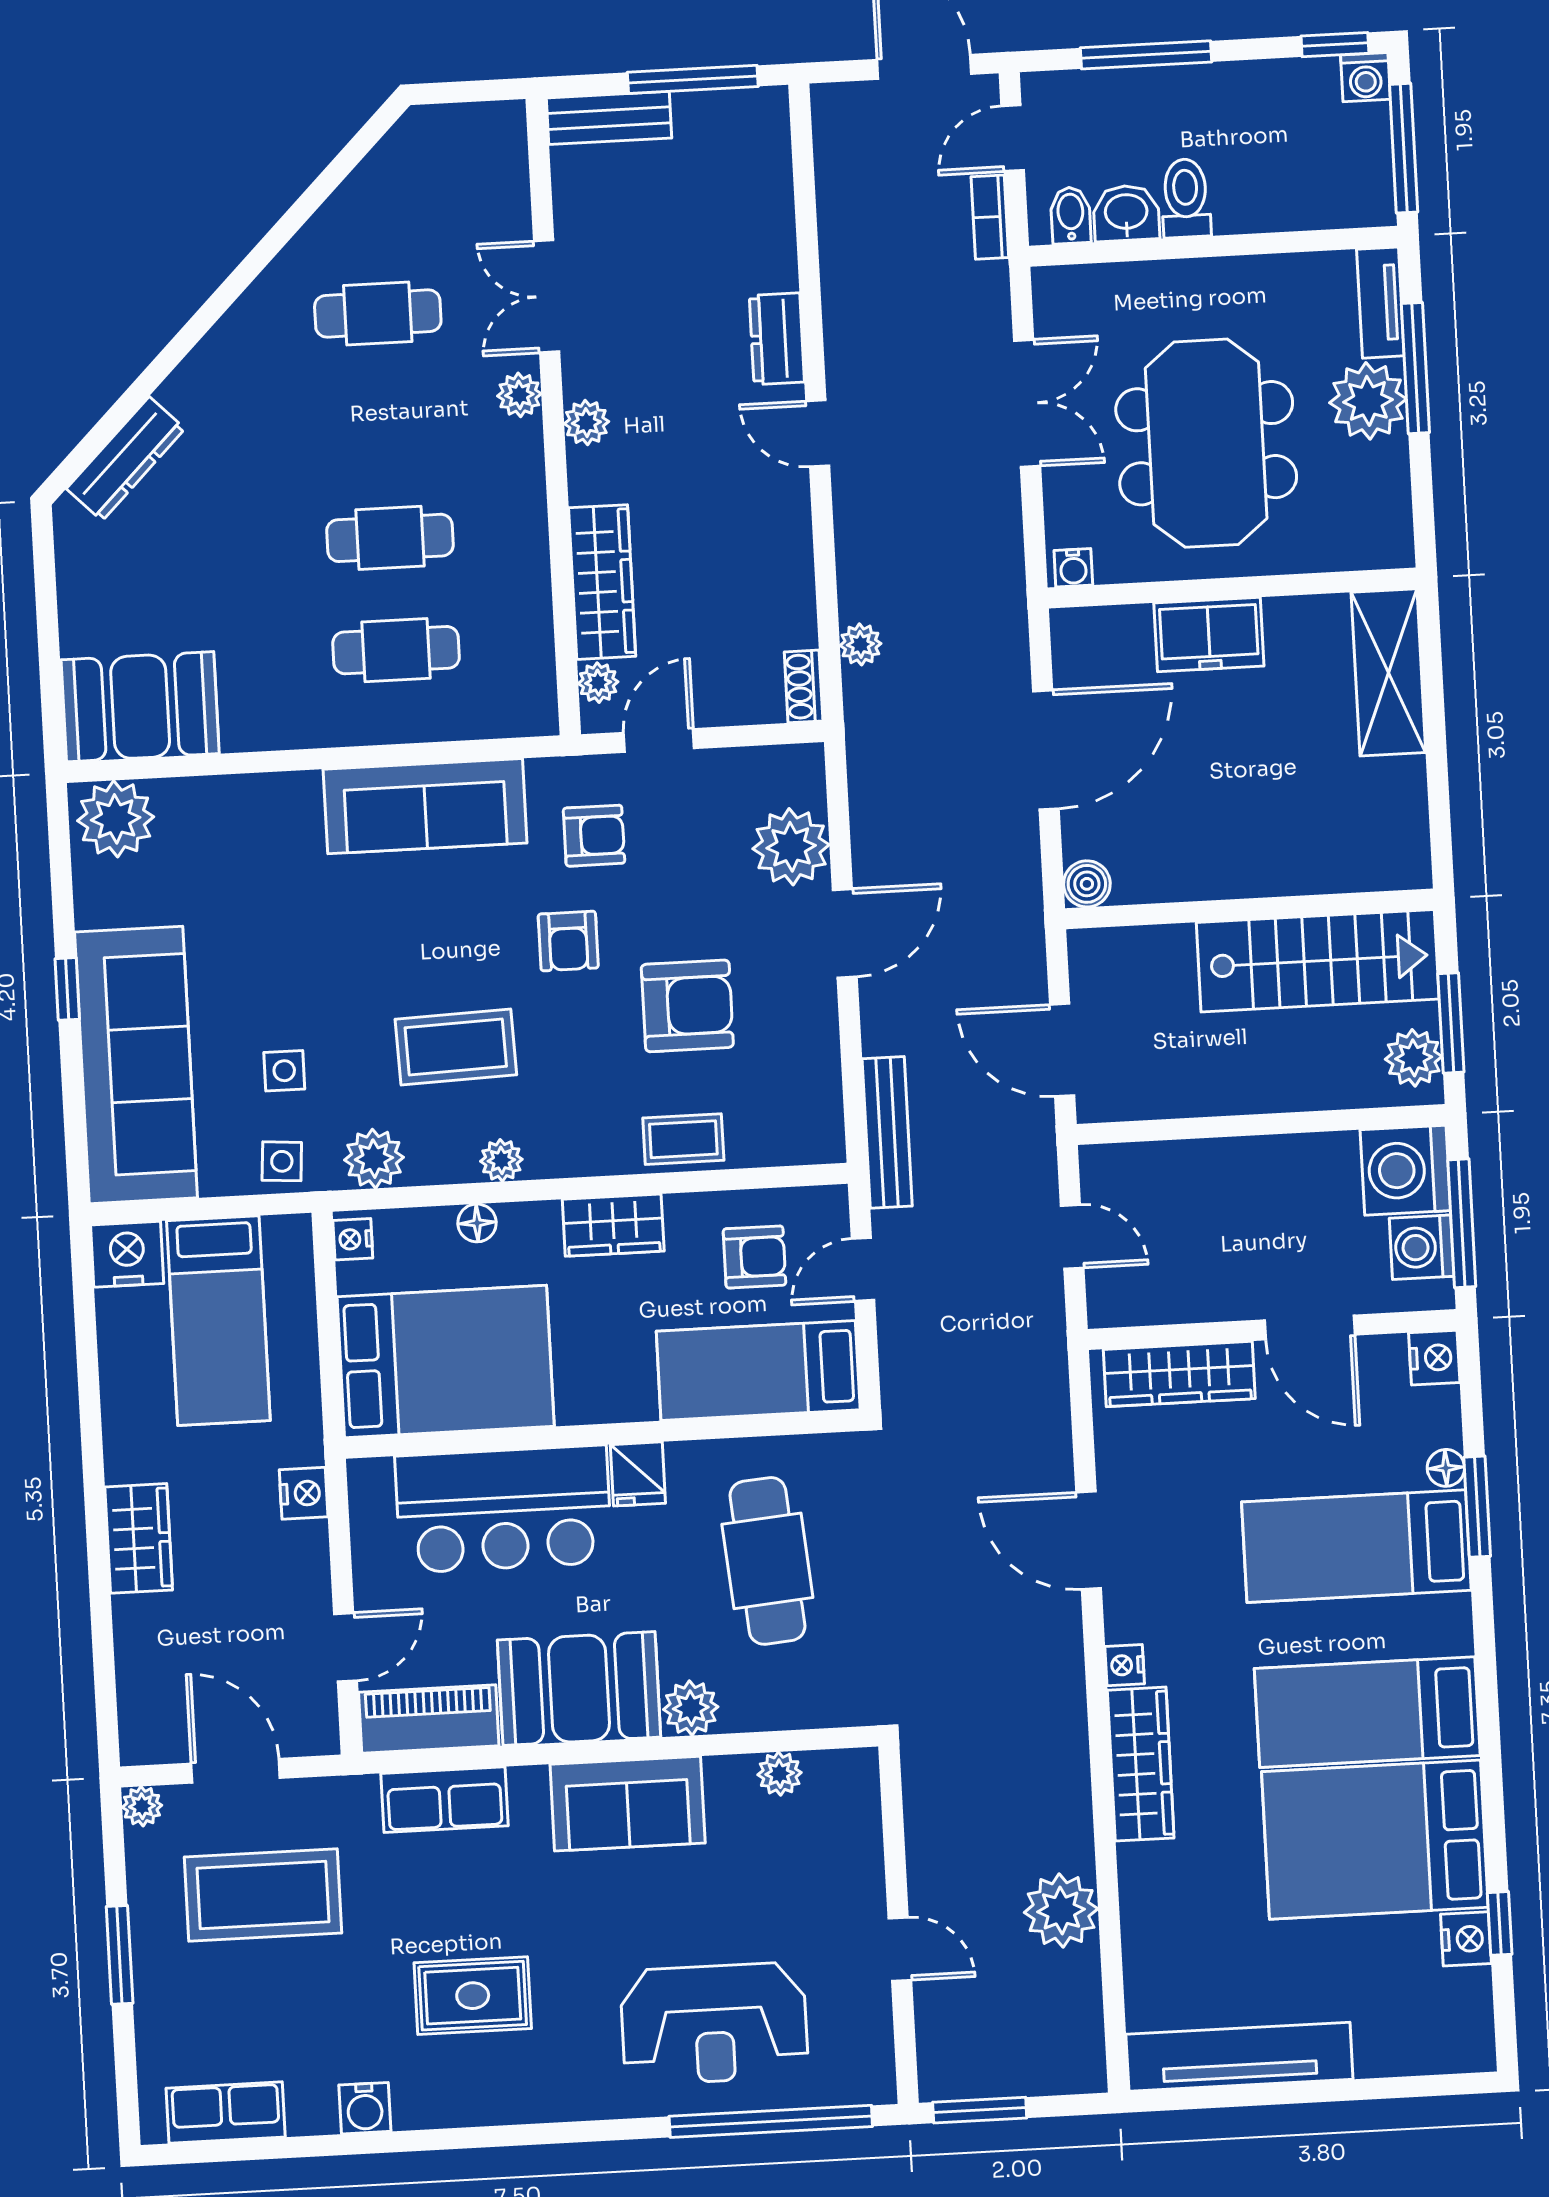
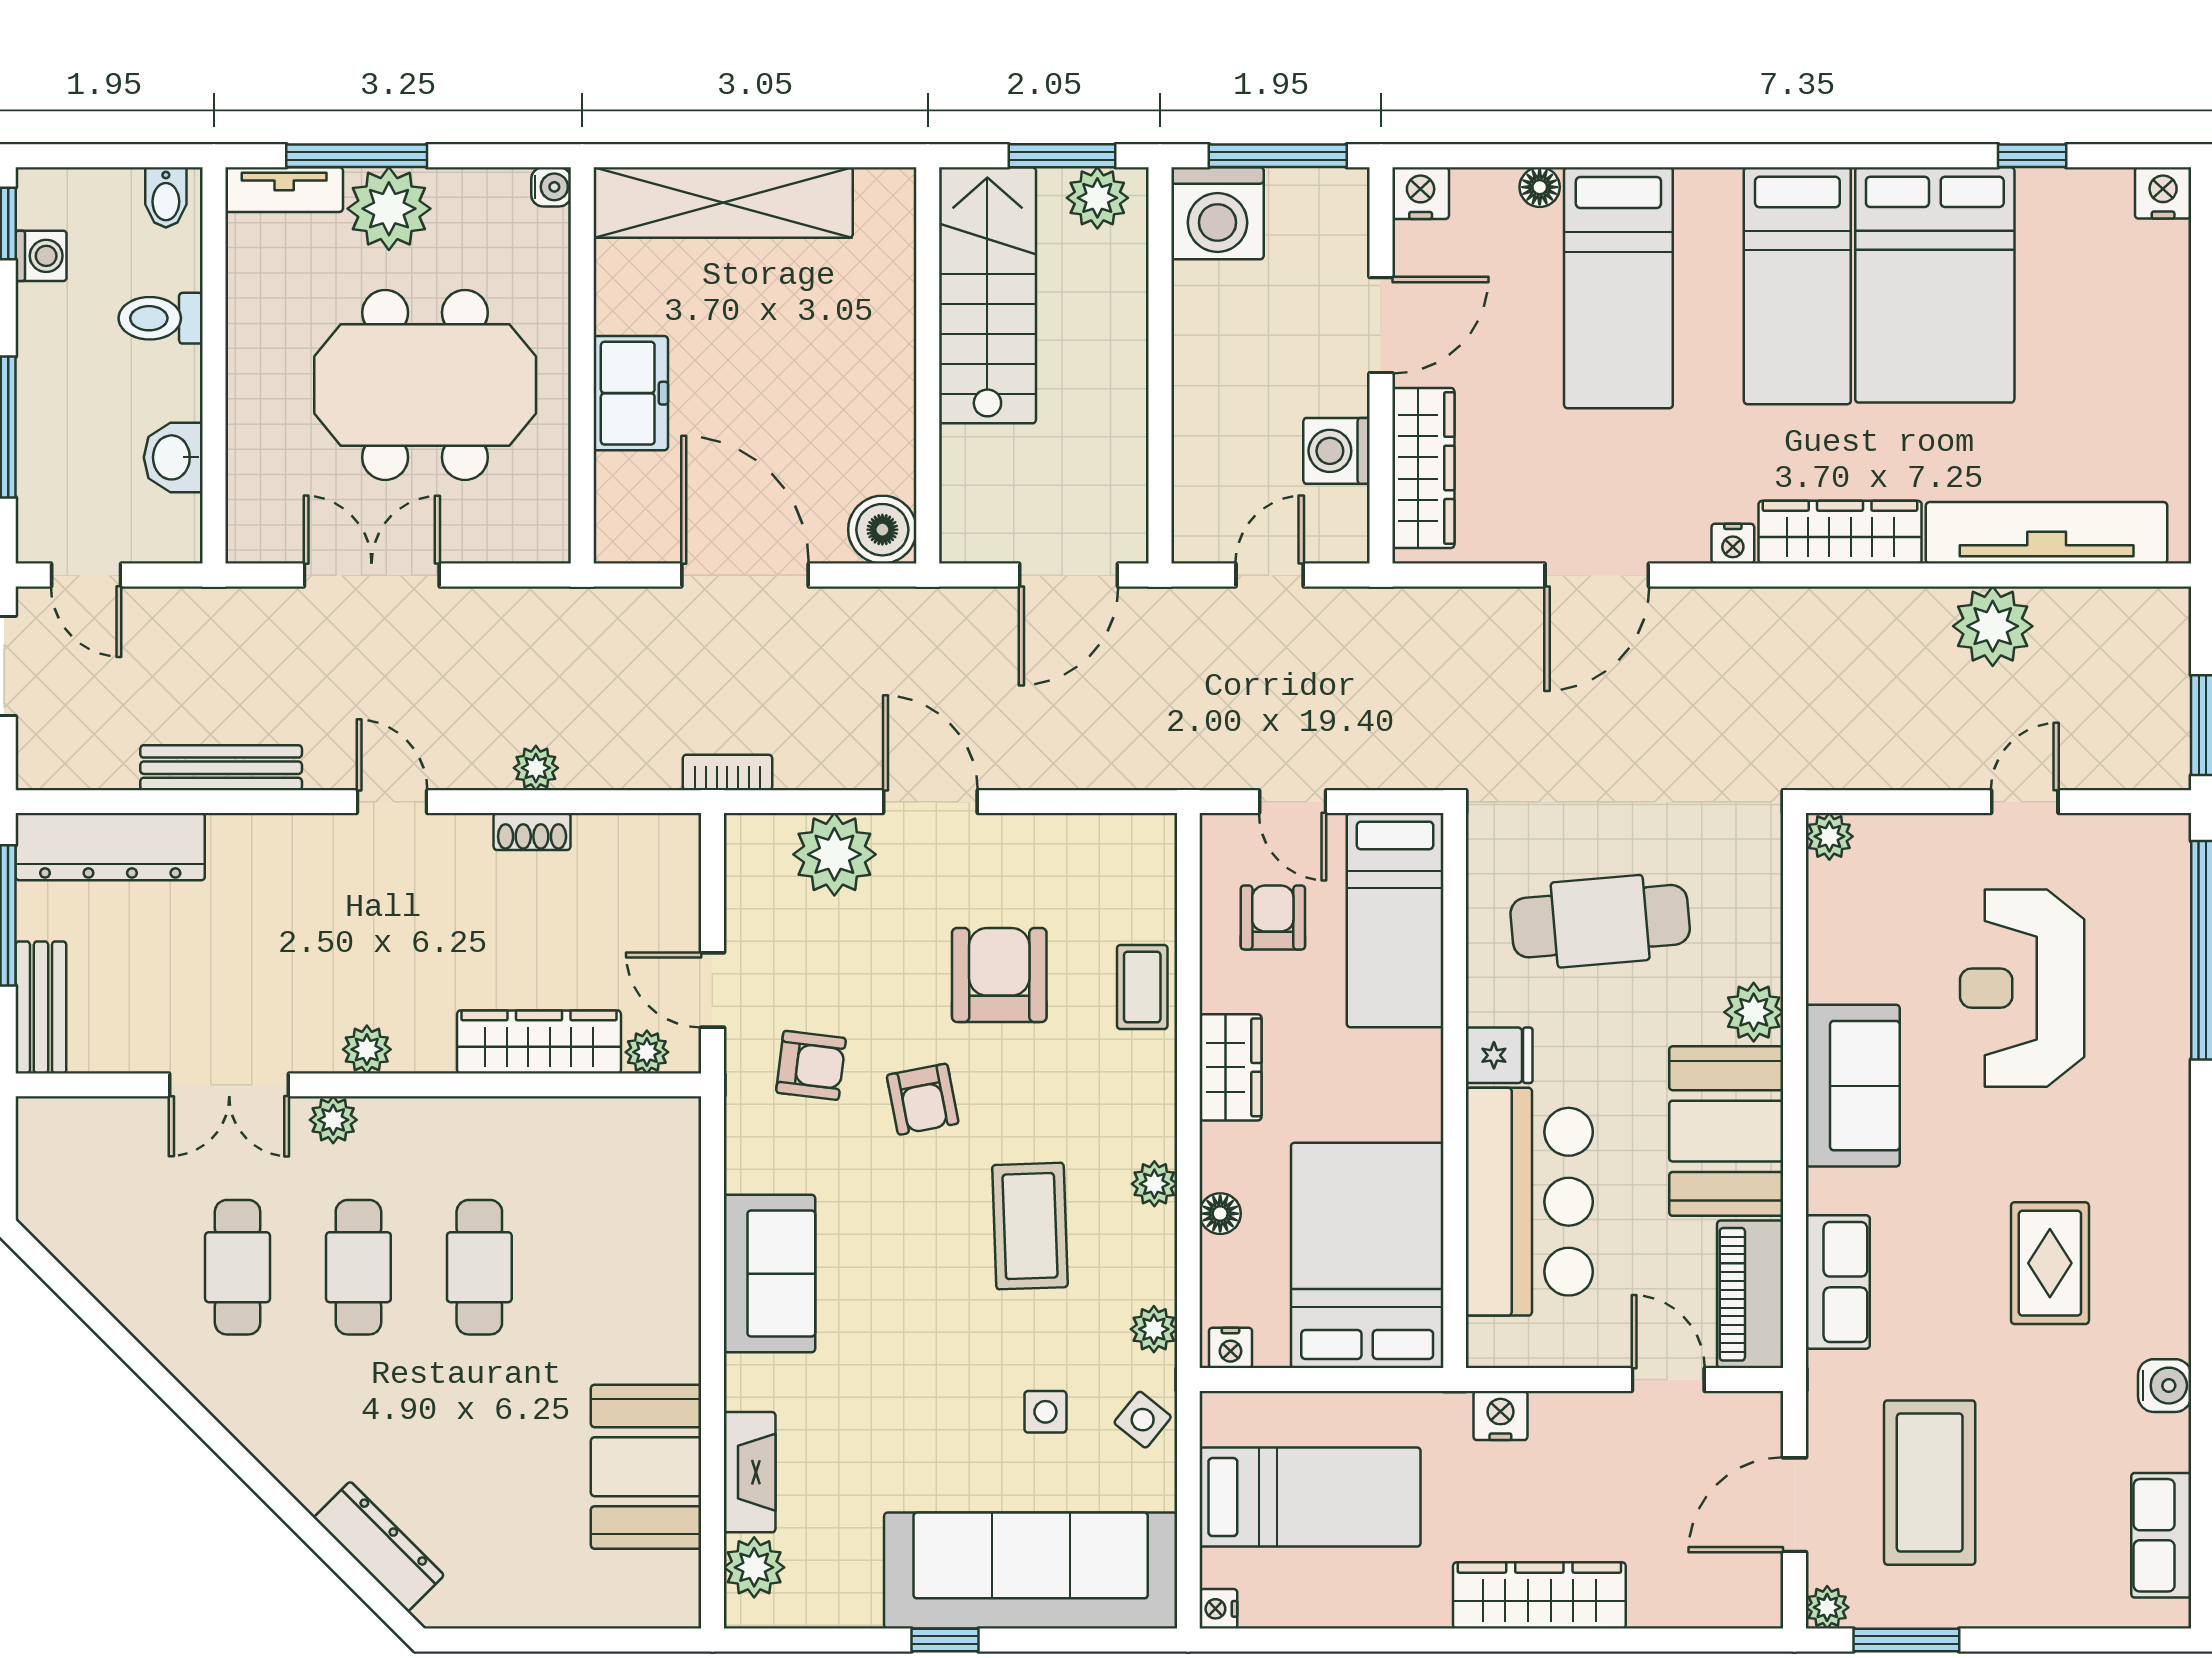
washing machine: (1365, 77) -> (41, 256), moved
window: (1404, 148) -> (120, 156), removed
toilet: (1186, 198) -> (161, 318), moved
bidet: (1071, 215) -> (166, 197), moved, turned -90
bookcase: (990, 217) -> (727, 772), moved, turned 180
dresser: (777, 339) -> (110, 847), moved, width x1.96, depth x1.24
door: (818, 433) -> (392, 802), swing flipped
water cooler: (1073, 568) -> (551, 187), moved
plant: (860, 644) -> (536, 768), moved
cafe table: (396, 650) -> (358, 1267), moved
shelving: (1388, 672) -> (723, 202), width x1.47
shoe rack: (804, 686) -> (532, 832), moved
booth: (140, 707) -> (646, 1467), moved
fireplace: (213, 799) -> (750, 1472), added
sofa: (425, 806) -> (769, 1274), width x0.73
plant: (116, 819) -> (754, 1567), width x0.73, depth x0.73
armchair: (594, 836) -> (811, 1065), turned 97
boiler: (1087, 884) -> (882, 530), width x1.36, depth x1.36
armchair: (568, 941) -> (923, 1099), turned 79
bench: (887, 1132) -> (221, 768), moved
plant: (374, 1159) -> (1154, 1329), width x0.73, depth x0.73
side table: (282, 1161) -> (1143, 1420), turned 35
washing machine: (1422, 1247) -> (1337, 451), moved, turned 90
nightstand: (127, 1254) -> (1218, 1609), width x0.53, depth x0.56
window: (1477, 1507) -> (1583, 156), removed
wardrobe: (139, 1538) -> (1539, 1595), width x1.50
plant: (780, 1774) -> (1829, 836), moved
nightstand: (1466, 1939) -> (2163, 193), moved
window: (120, 1955) -> (1906, 1640), moved
reception desk: (714, 2024) -> (2022, 988), moved, turned 180
tv unit: (1239, 2057) -> (2047, 533), moved, turned 90

